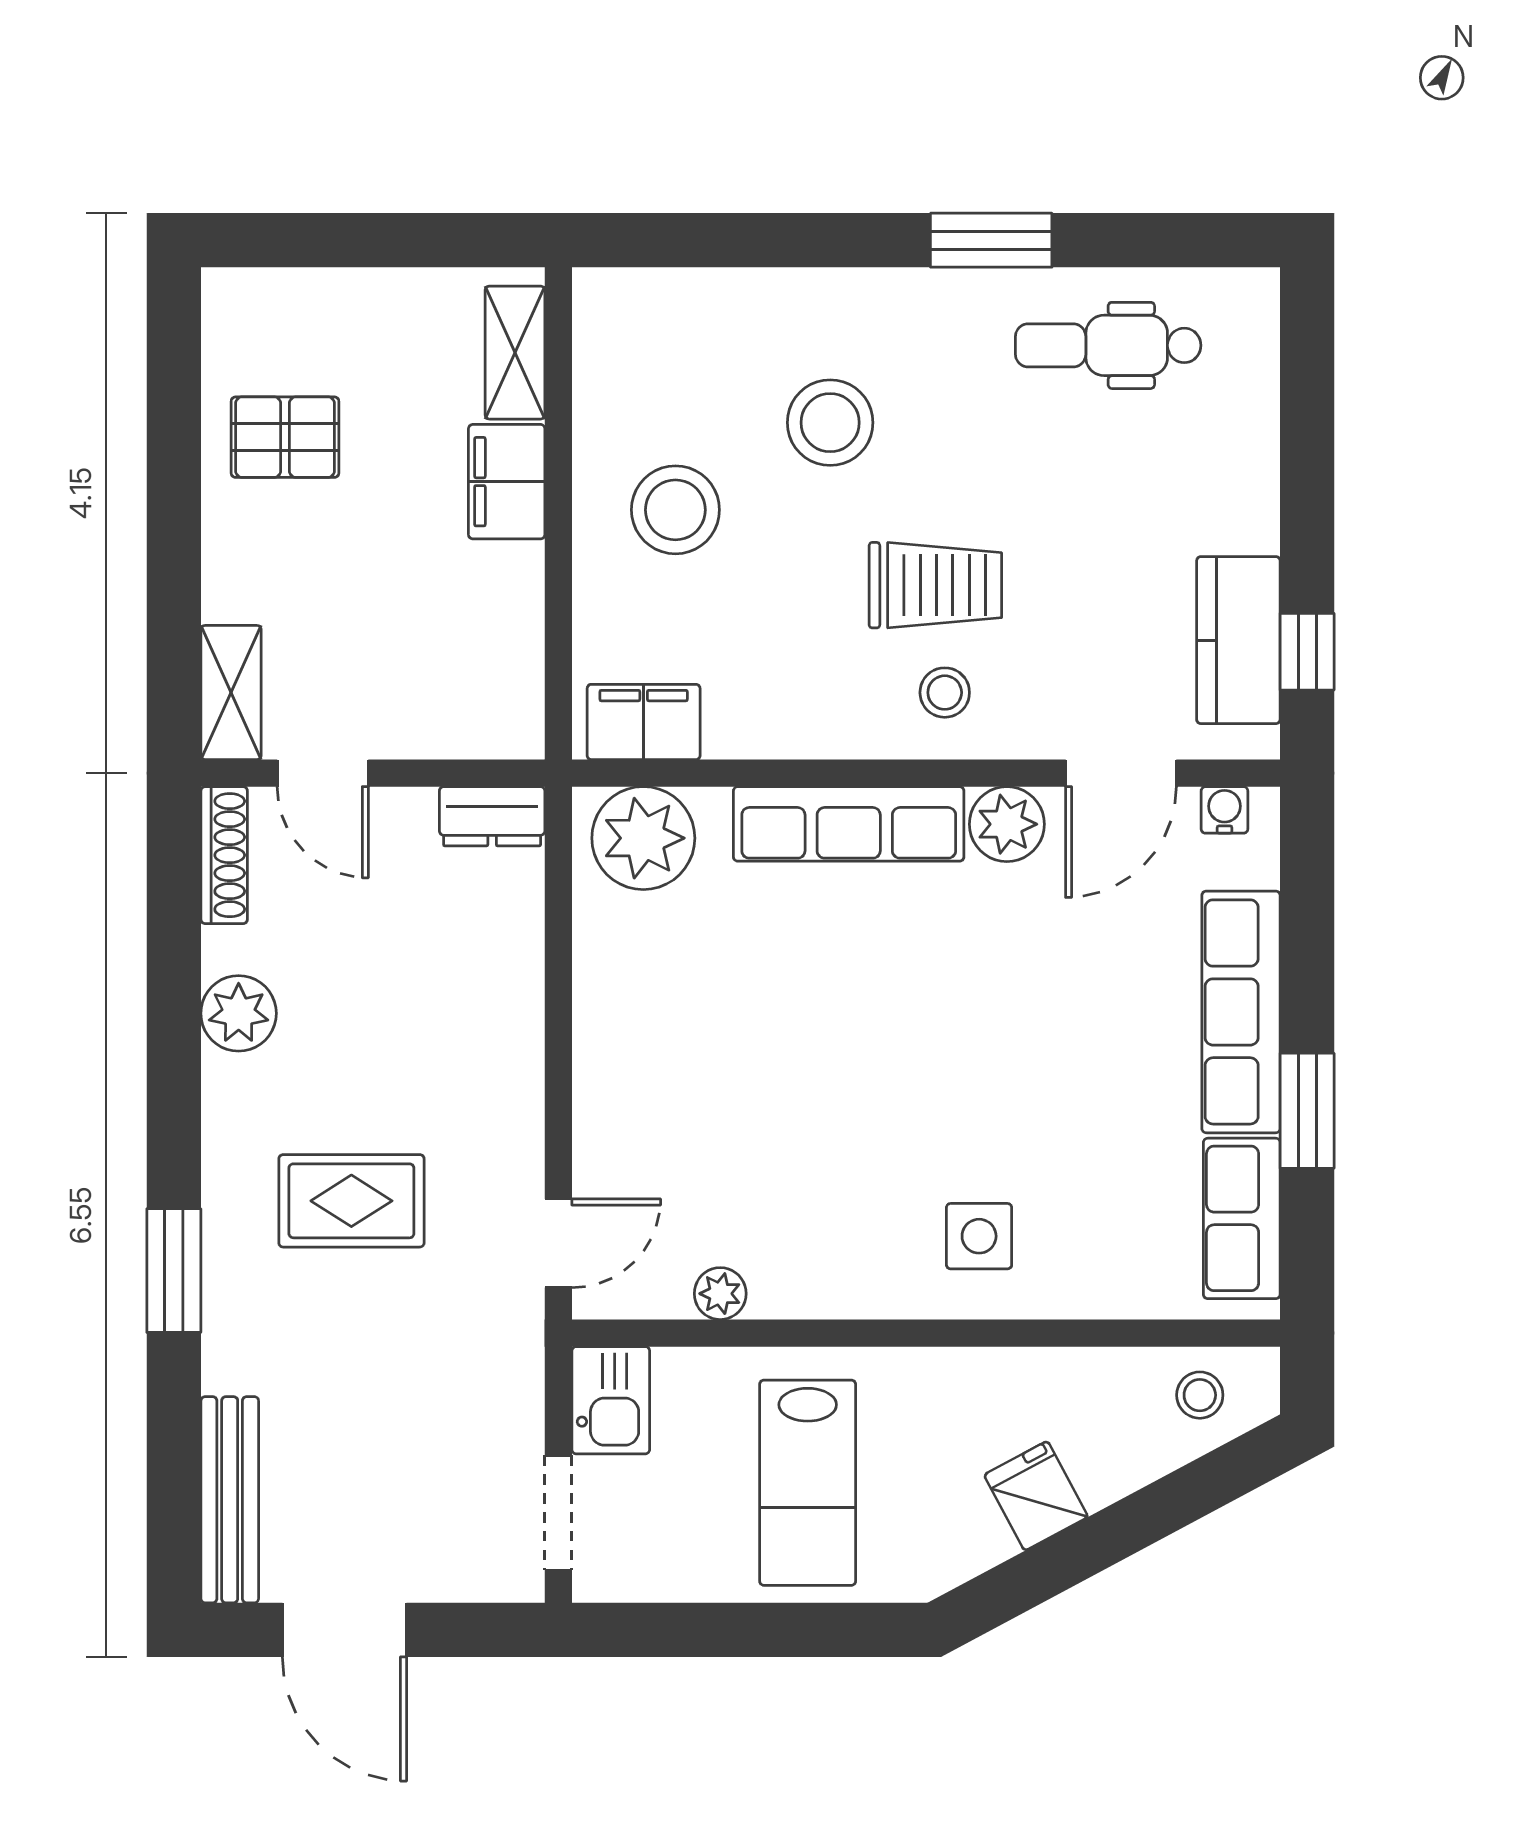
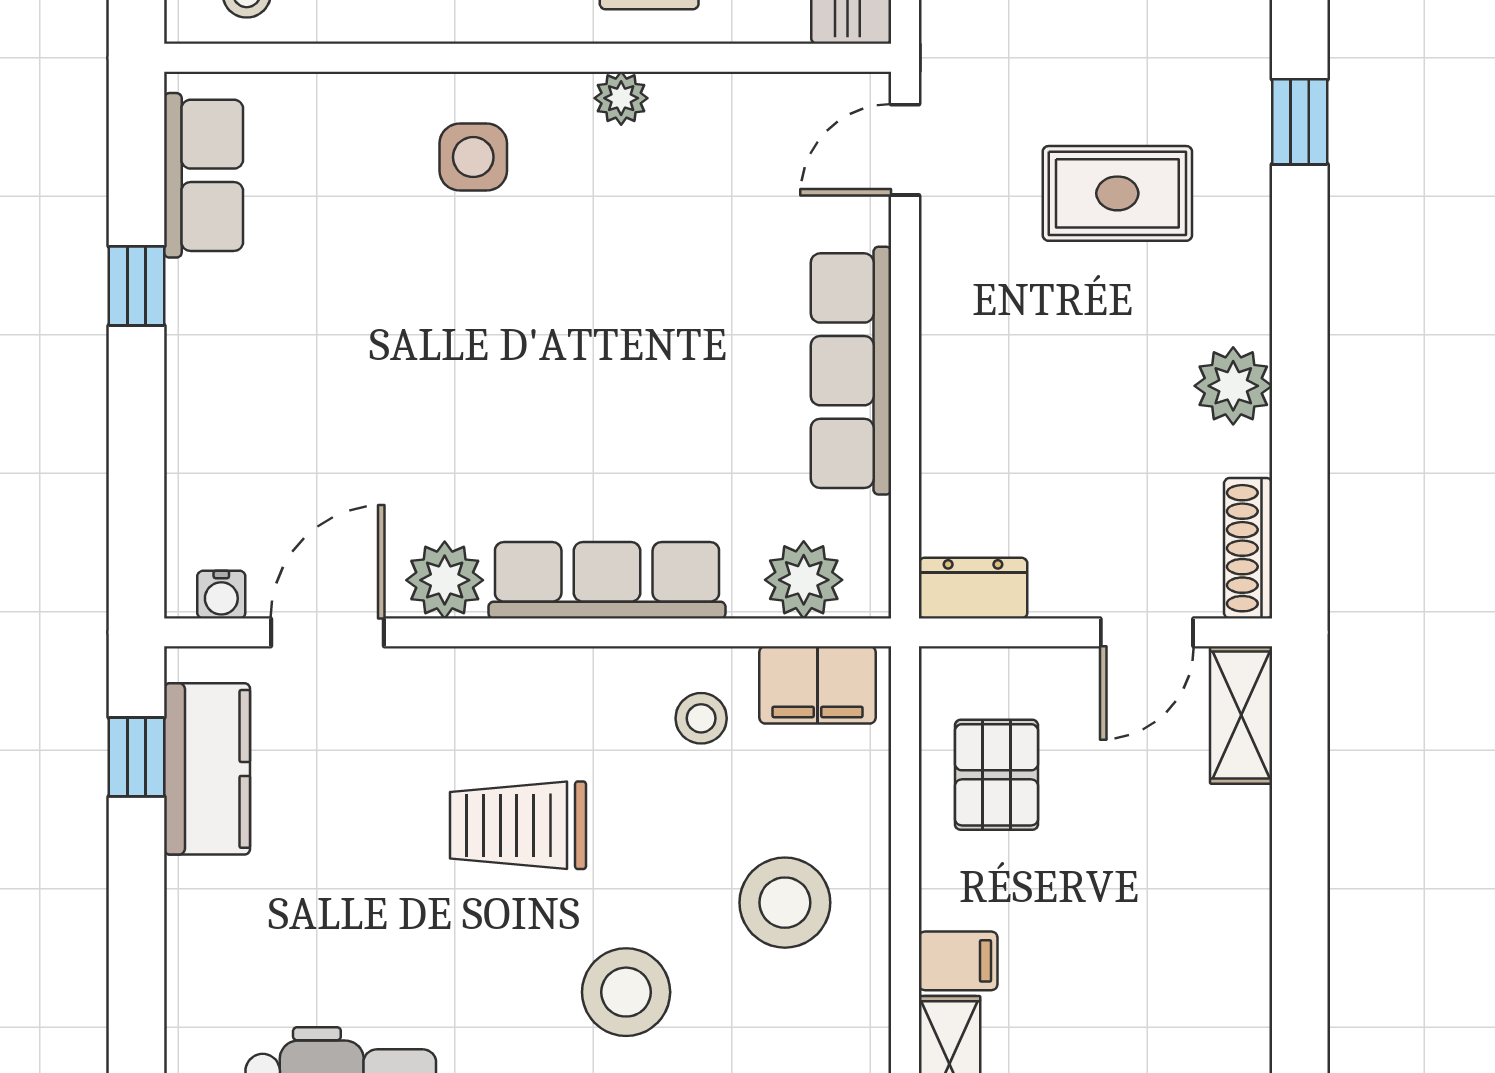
pallet: (285, 437) -> (996, 775), moved, turned 90
filing cabinet: (507, 482) -> (958, 961), width x0.50
stool: (945, 693) -> (701, 718), moved
door: (323, 773) -> (1147, 632), swing flipped
plant: (643, 838) -> (804, 580), width x0.73, depth x0.73
row of seats: (1241, 1012) -> (851, 371), moved, turned 180
window: (1307, 1111) -> (137, 286), width x0.67
window: (174, 1271) -> (1300, 122), width x0.67
plant: (720, 1294) -> (621, 98), moved

